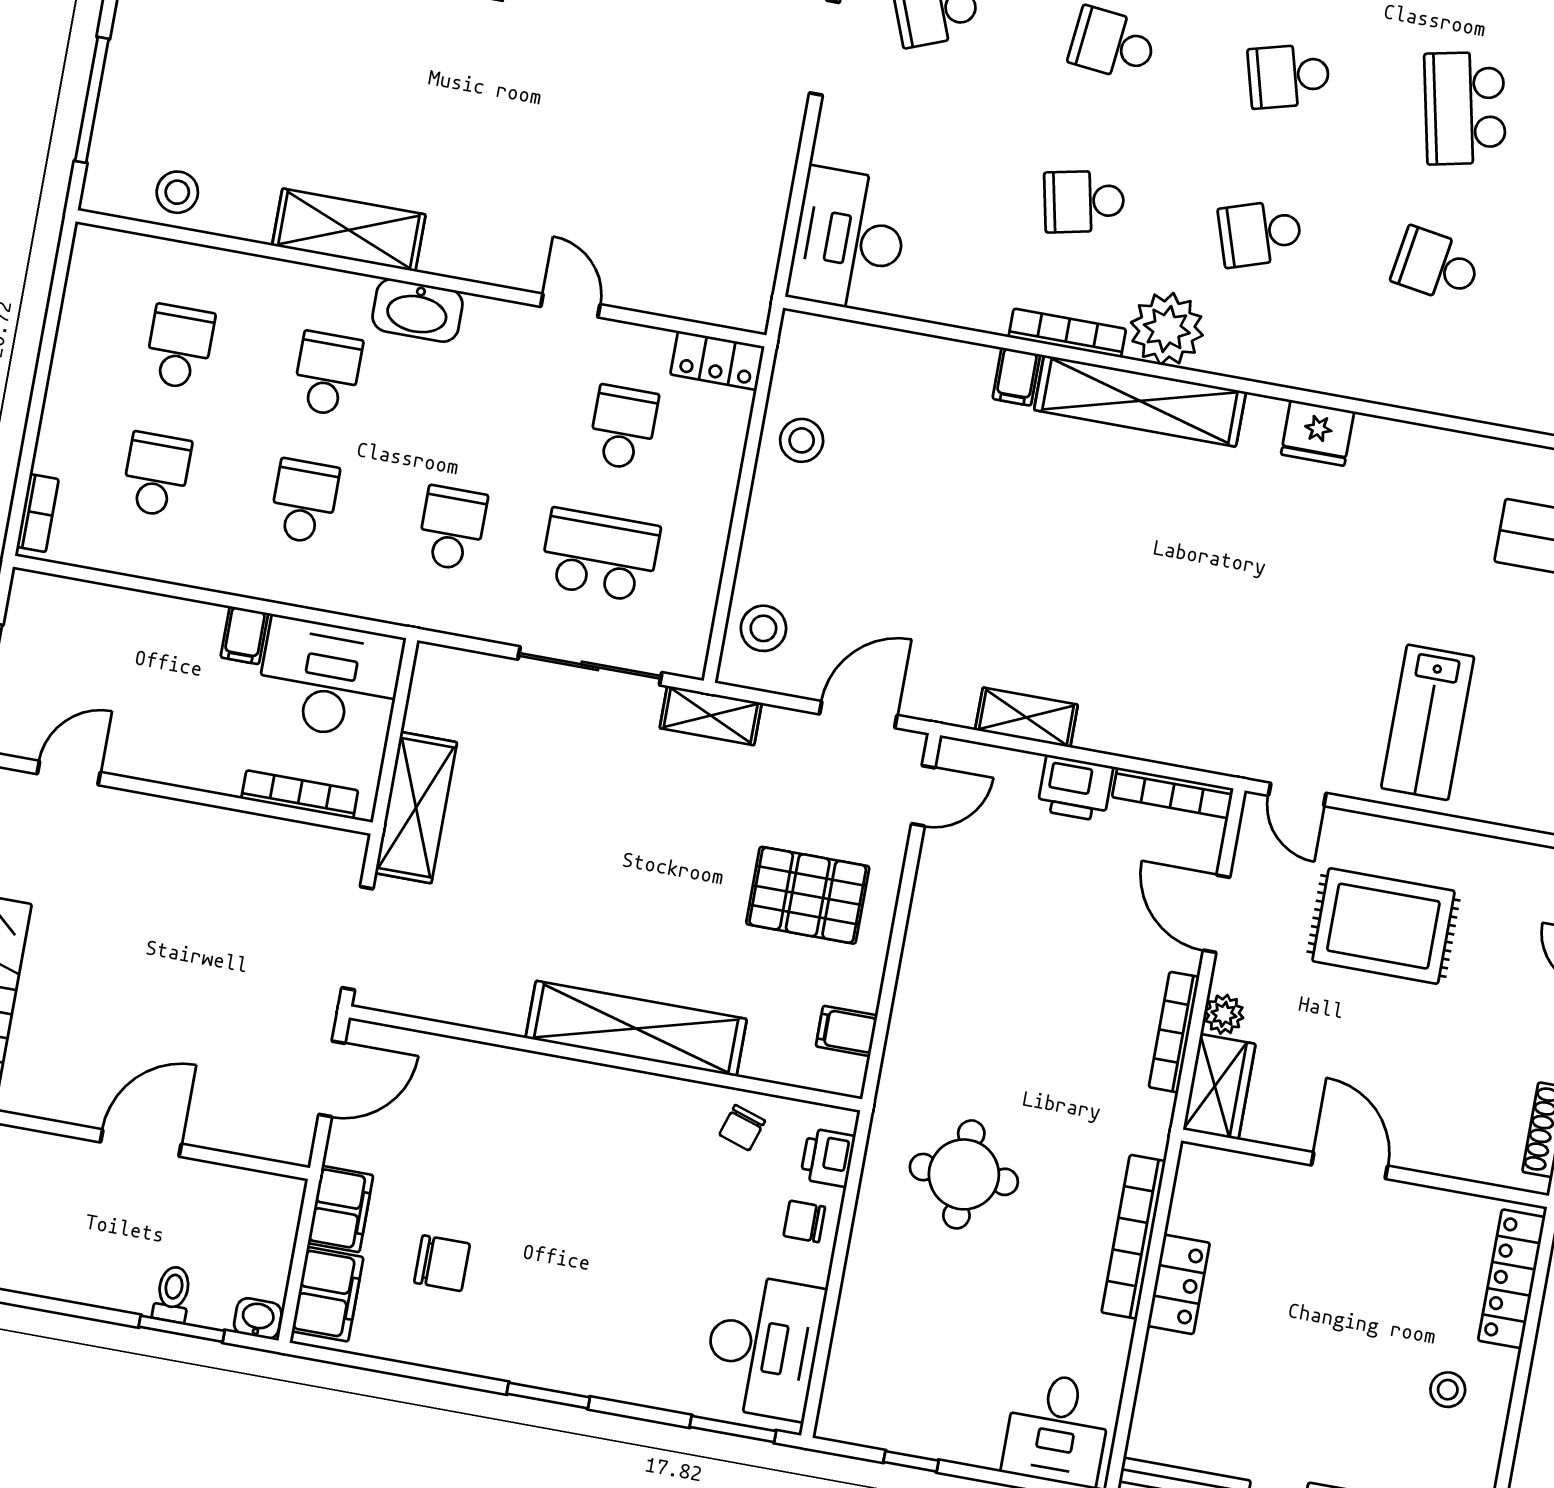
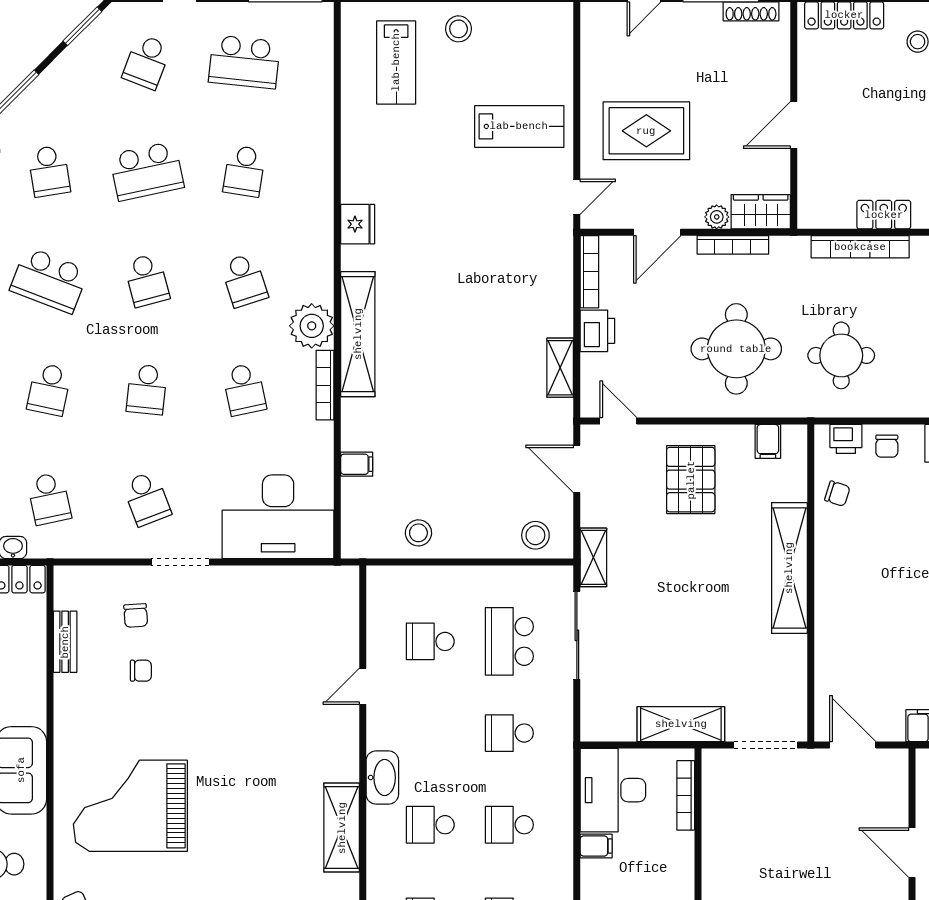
desk: (849, 240) -> (278, 517), width x1.36, depth x1.30
locker: (717, 360) -> (380, 592), removed
filing cabinet: (1016, 377) -> (357, 464), moved
rug: (1383, 926) -> (646, 131), turned 90
round table: (1005, 1007) -> (736, 349), added

